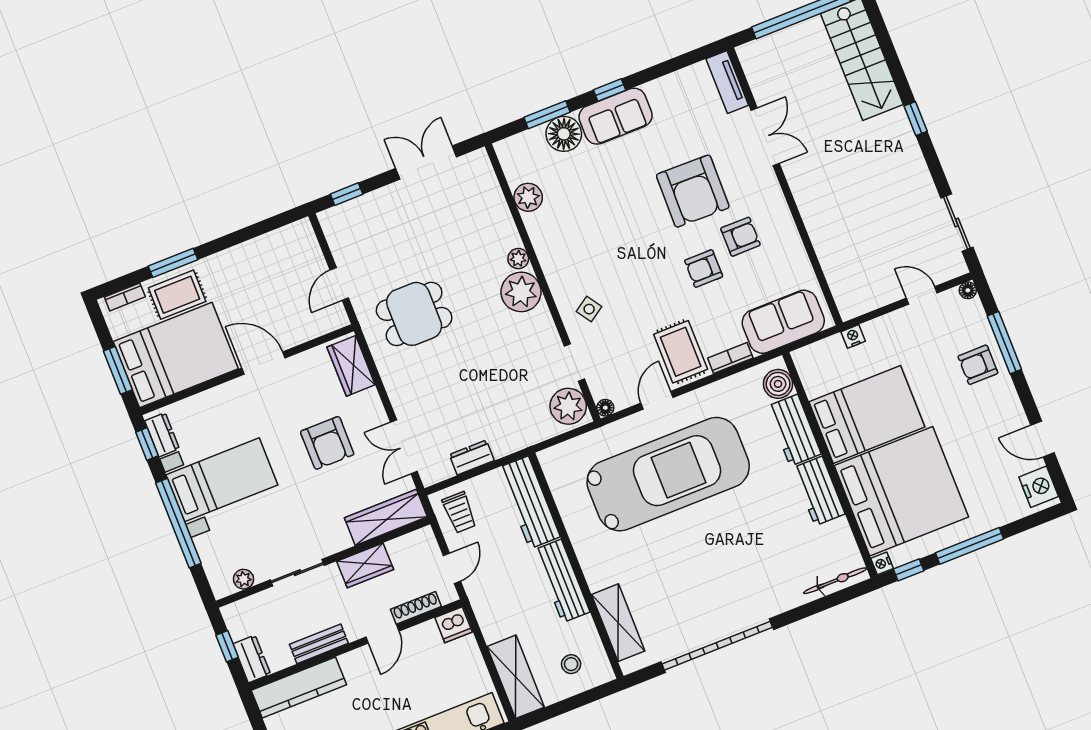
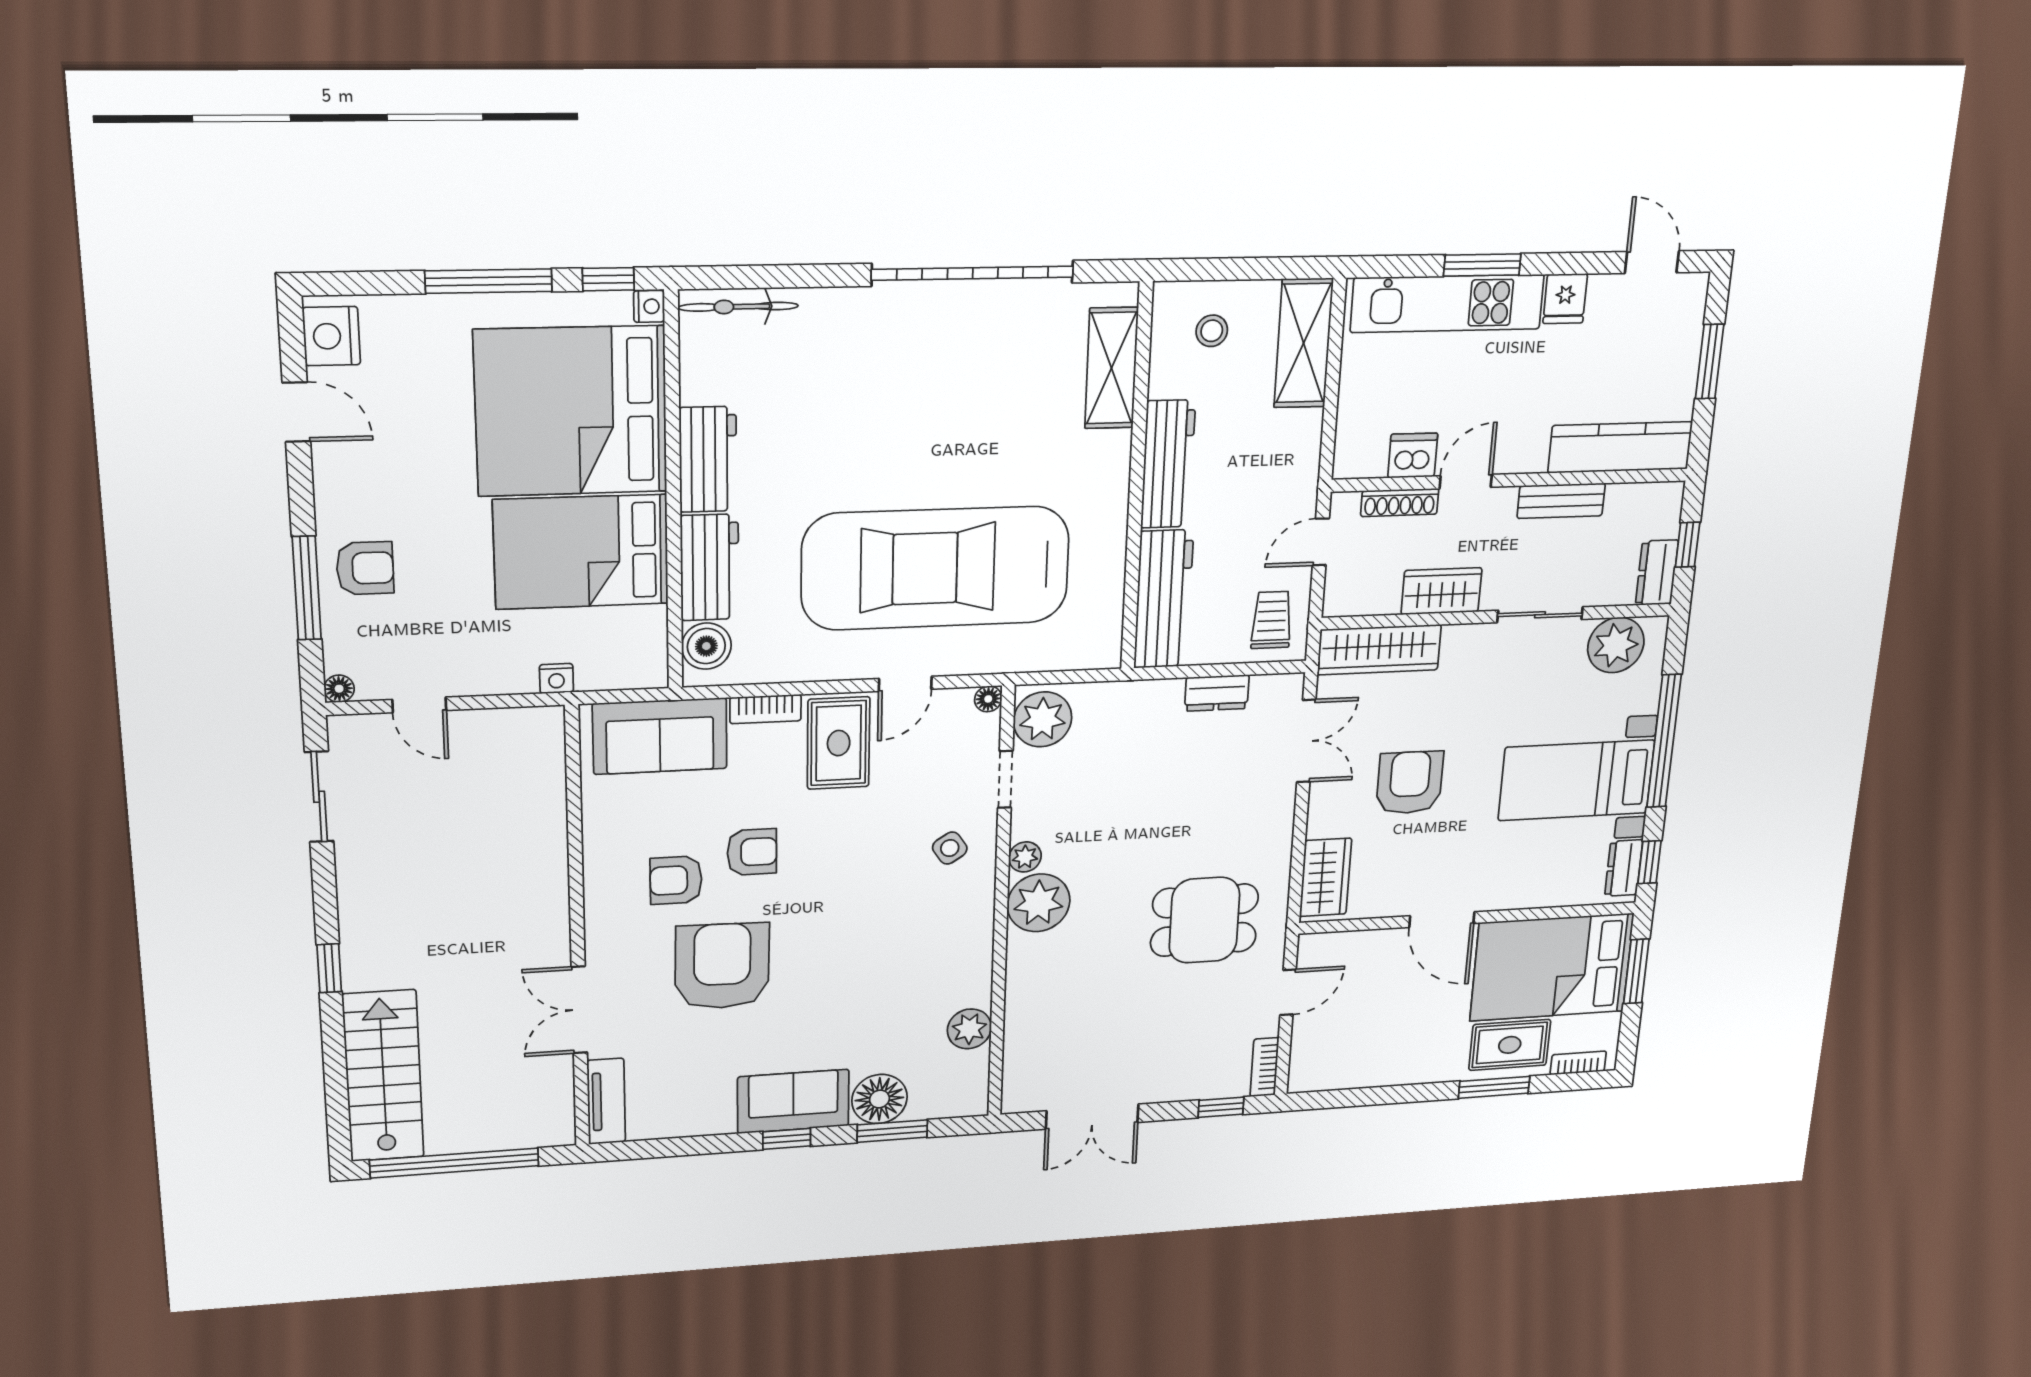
bookcase: (331, 230) -> (1265, 1067), added
plant: (518, 259) -> (1025, 857), moved
plant: (244, 579) -> (1616, 645), width x1.88, depth x1.88
dishwasher: (454, 625) -> (1413, 456), moved
dresser: (252, 659) -> (1657, 573), moved

